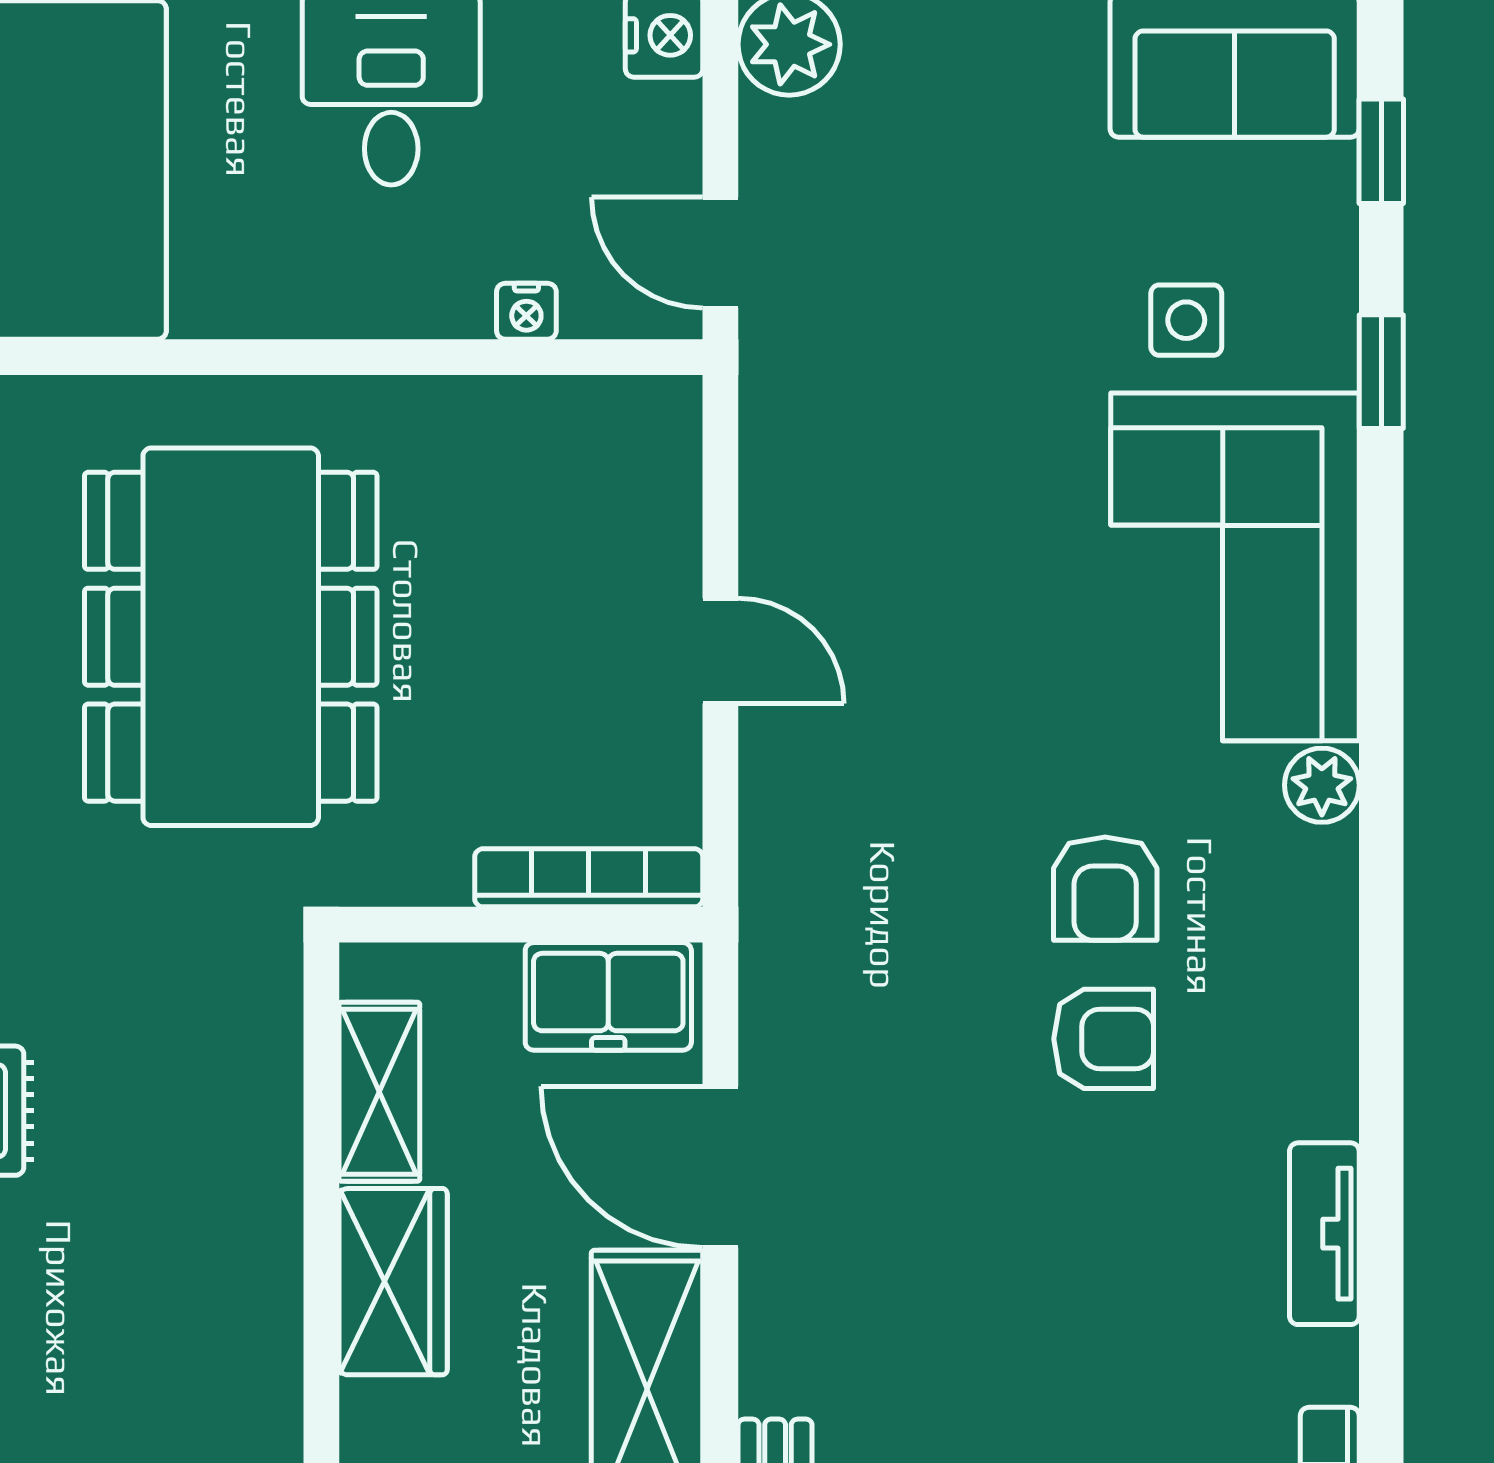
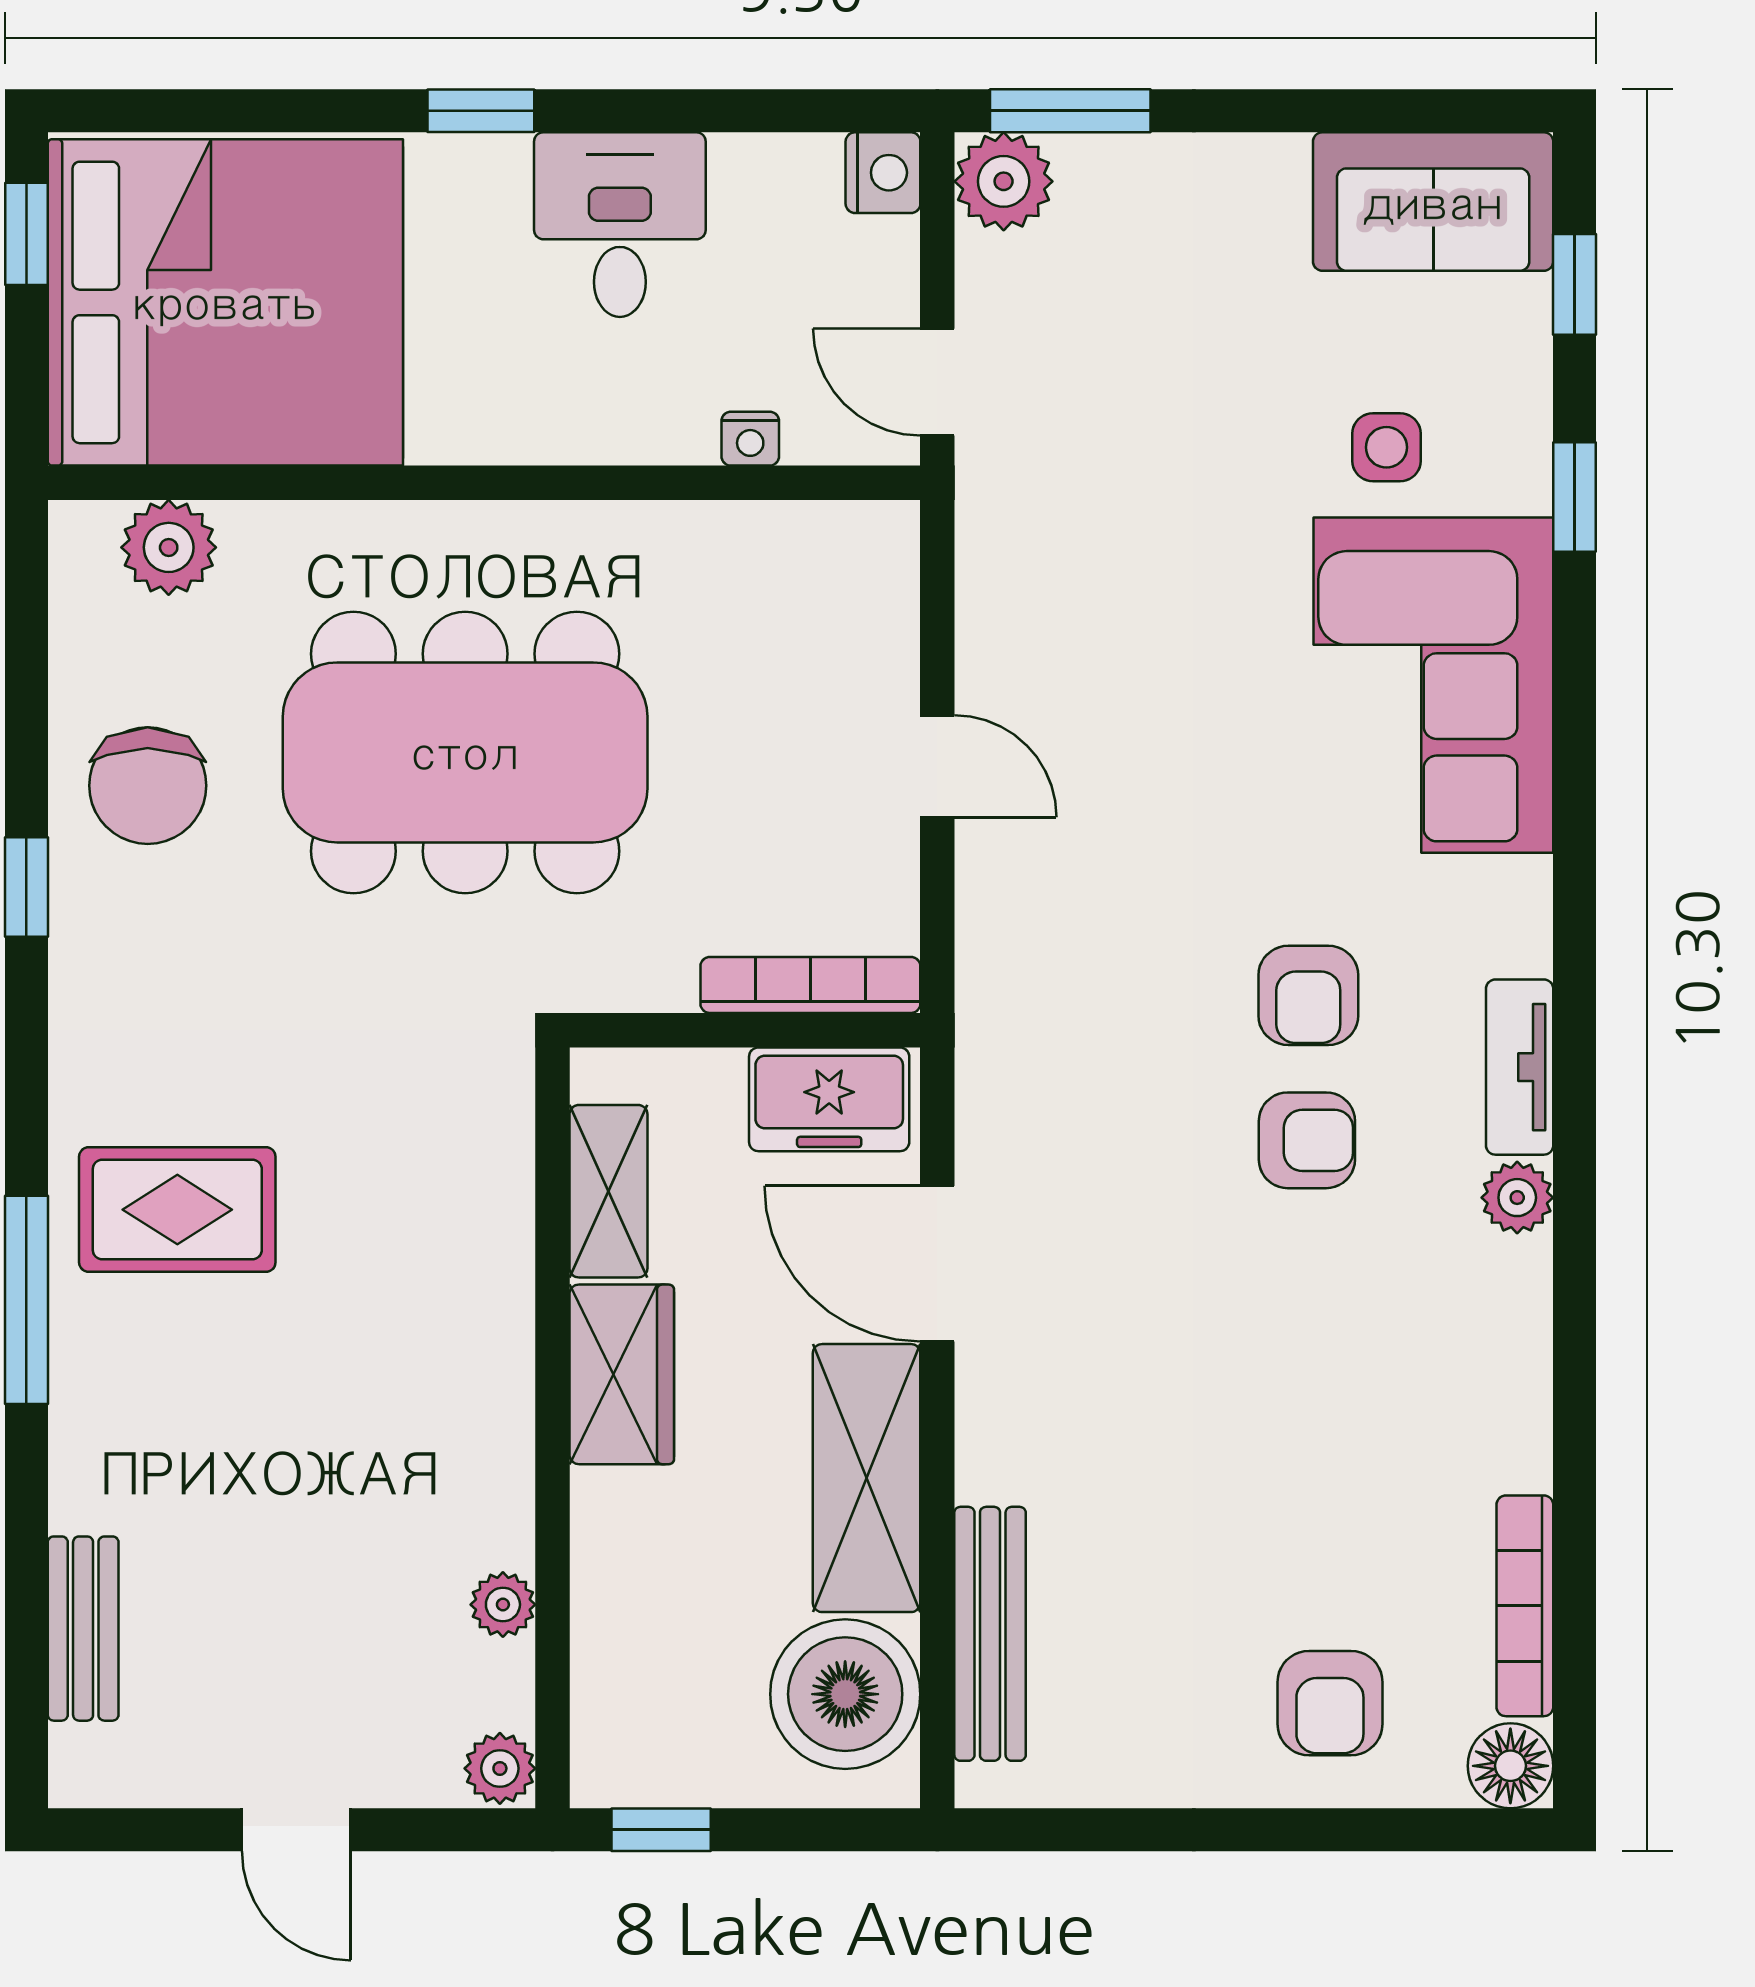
dining table: (231, 637) -> (465, 752), turned 90
plant: (1322, 785) -> (1517, 1198), moved
tv unit: (1324, 1234) -> (1520, 1067), moved

